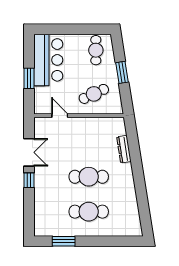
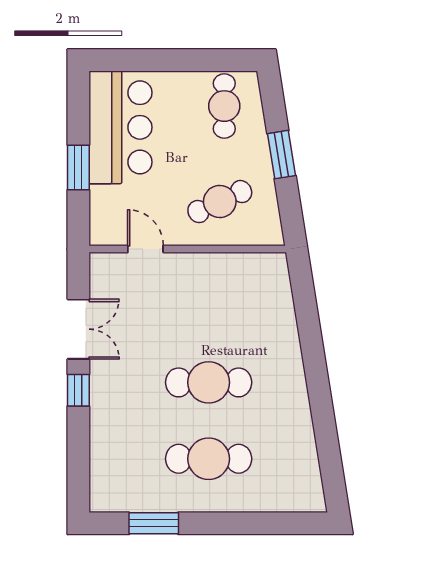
dresser: (124, 149) -> (286, 322), removed

